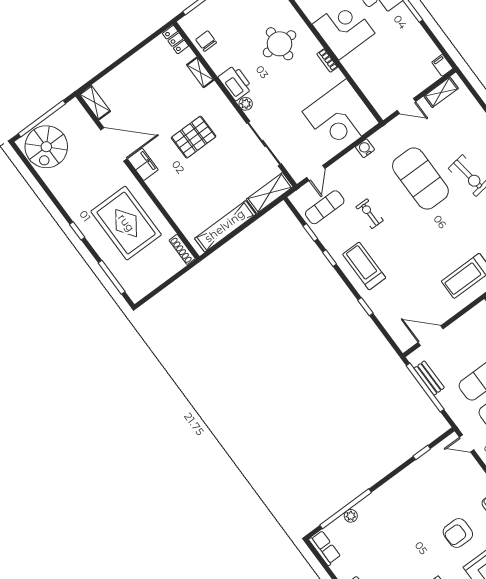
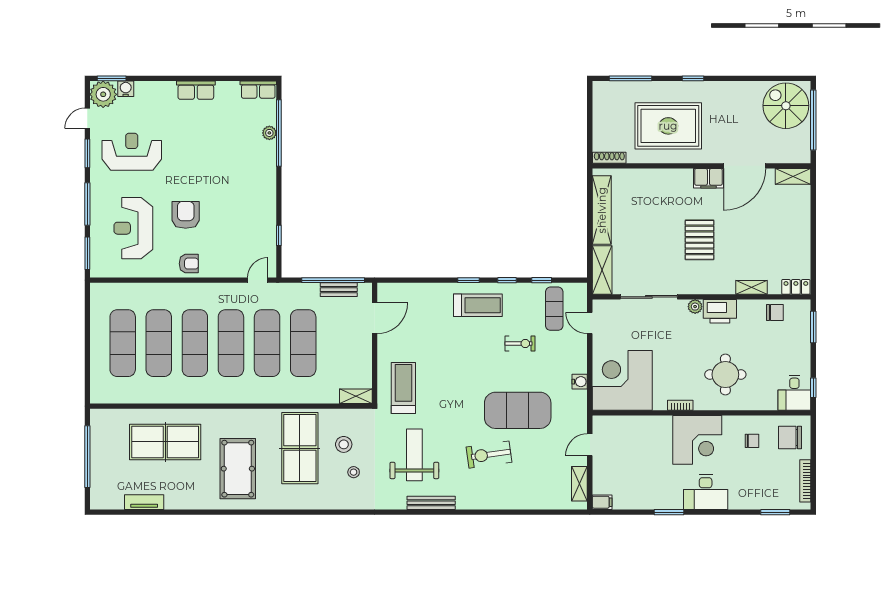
window: (365, 307) -> (468, 280), moved

